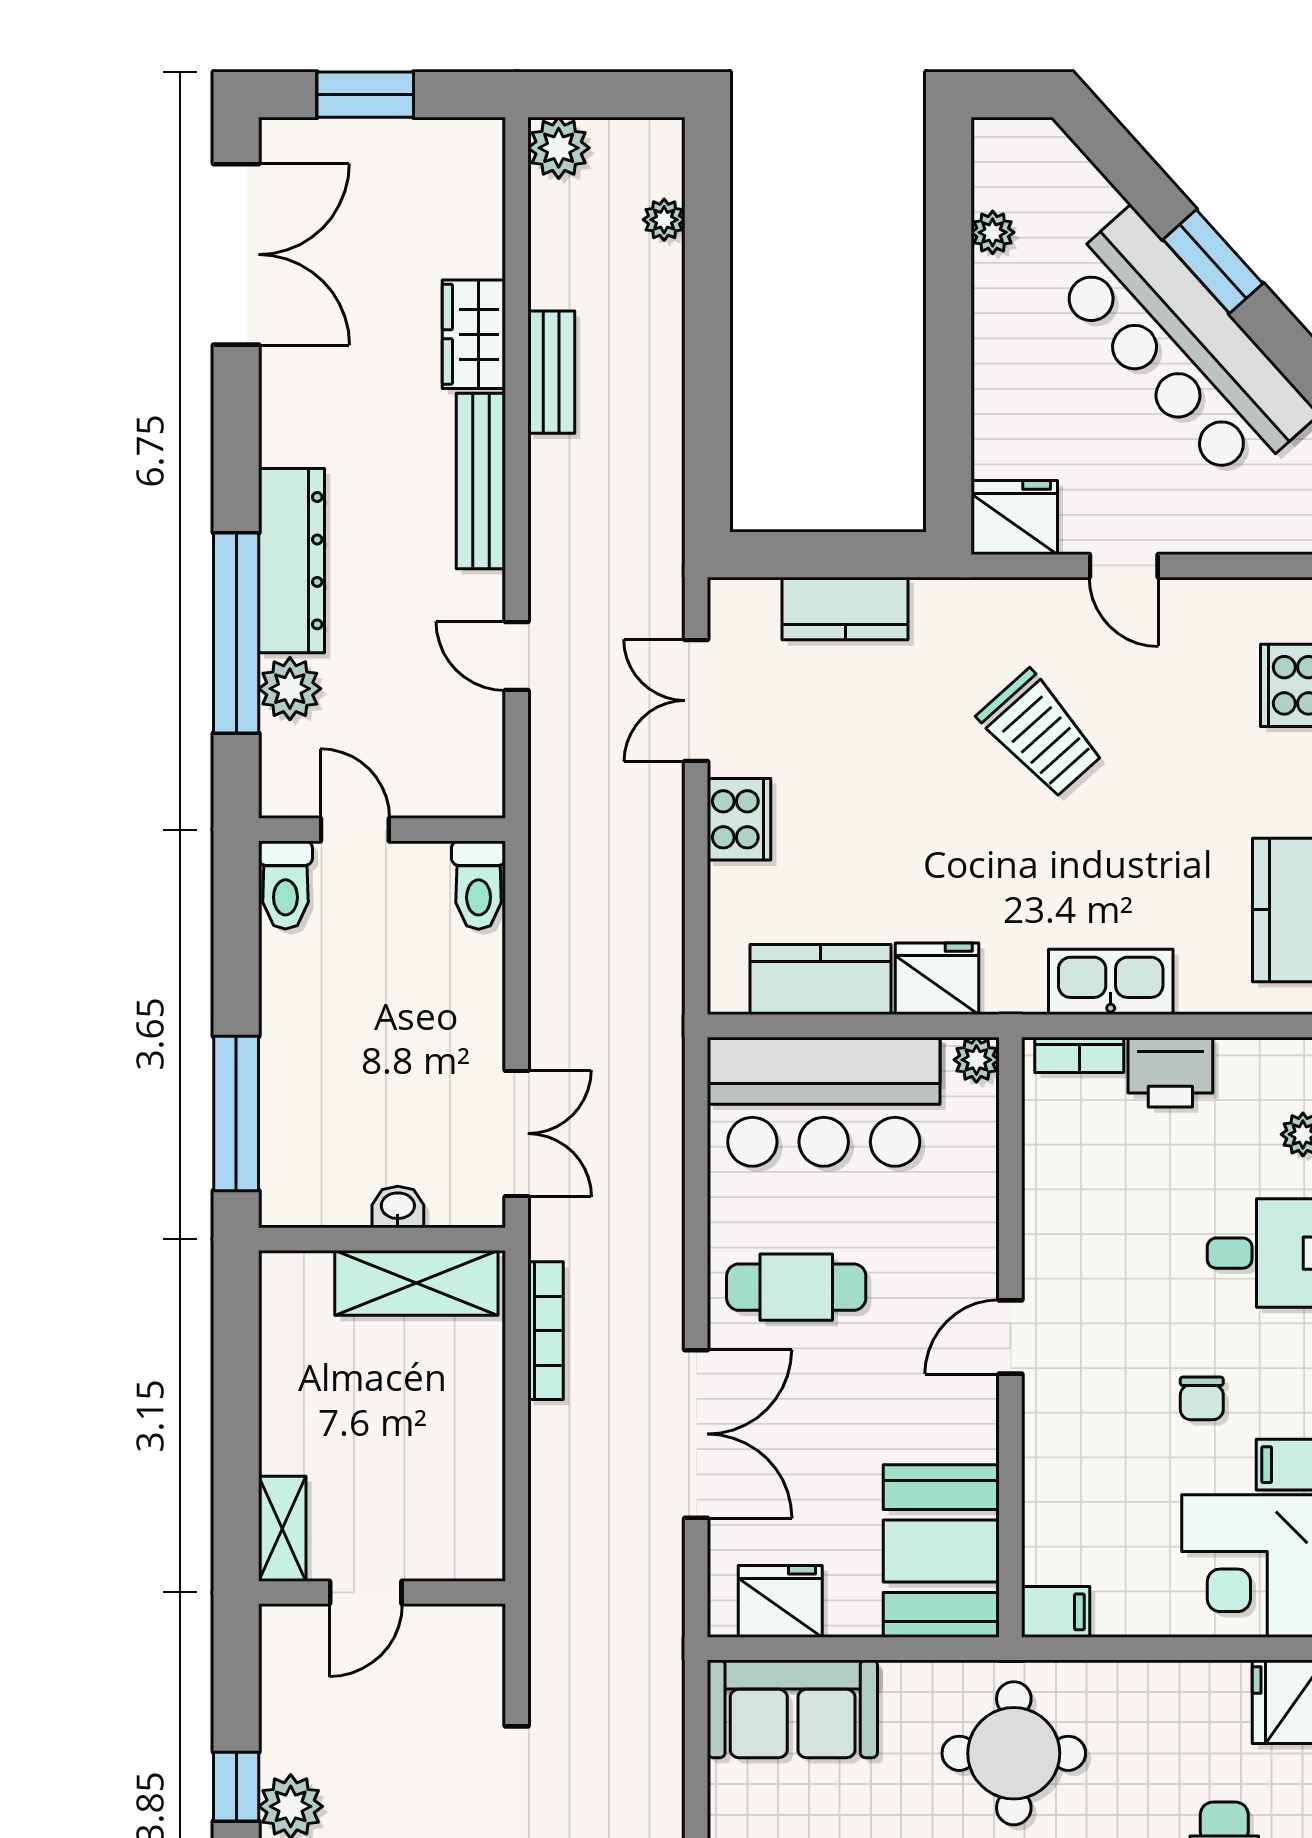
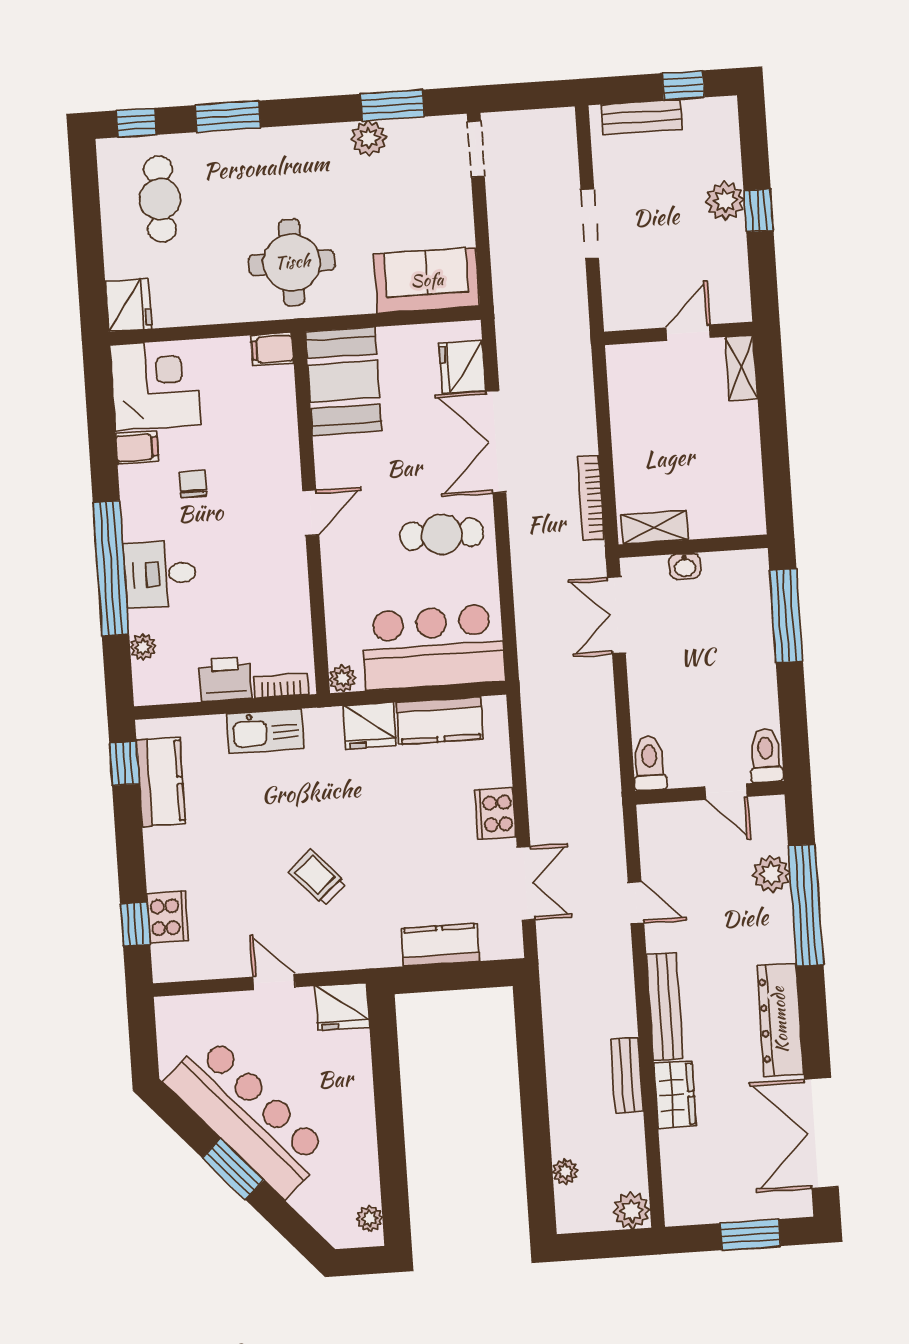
plant: (993, 232) -> (370, 1218), moved
dresser: (292, 561) -> (780, 1020), moved
trolley: (1041, 734) -> (317, 877), width x0.73, depth x0.72
shelving: (416, 1283) -> (655, 527), width x0.67, depth x0.75
fridge: (780, 1601) -> (462, 367), moved, turned 90

